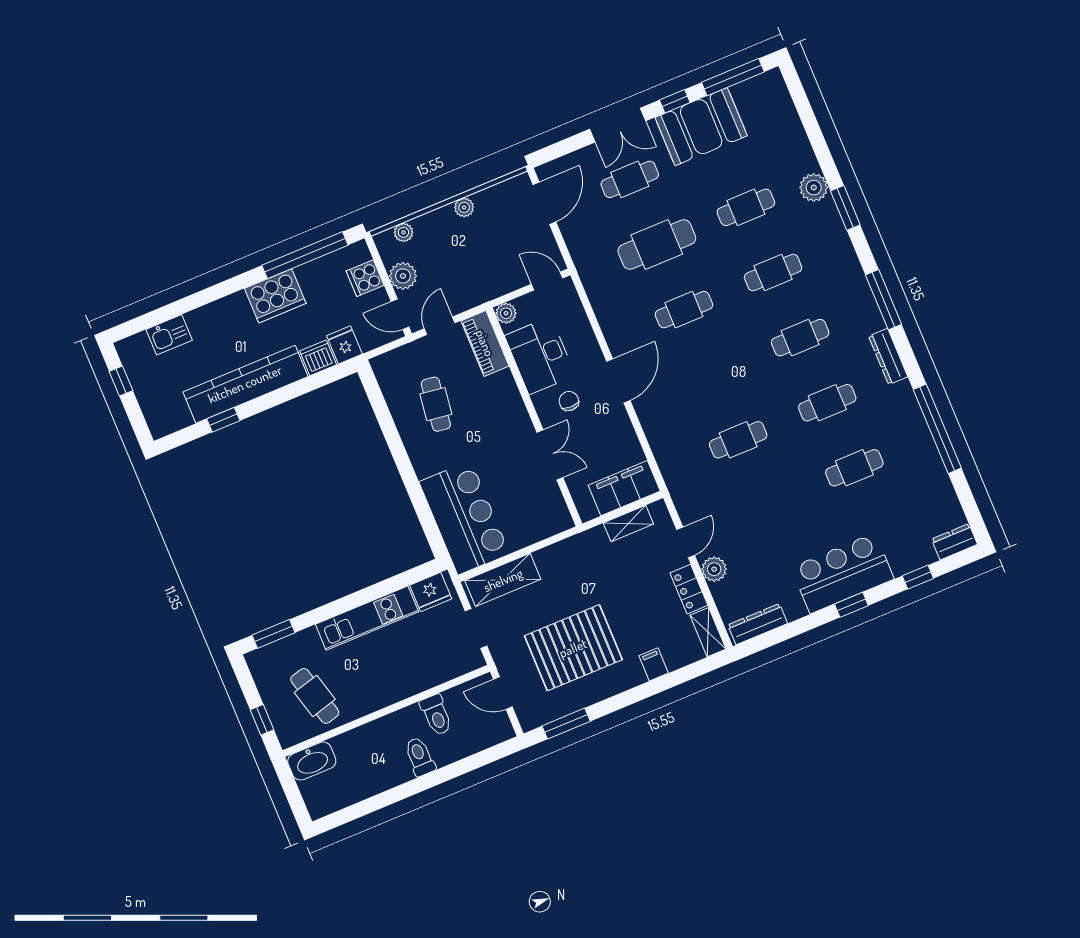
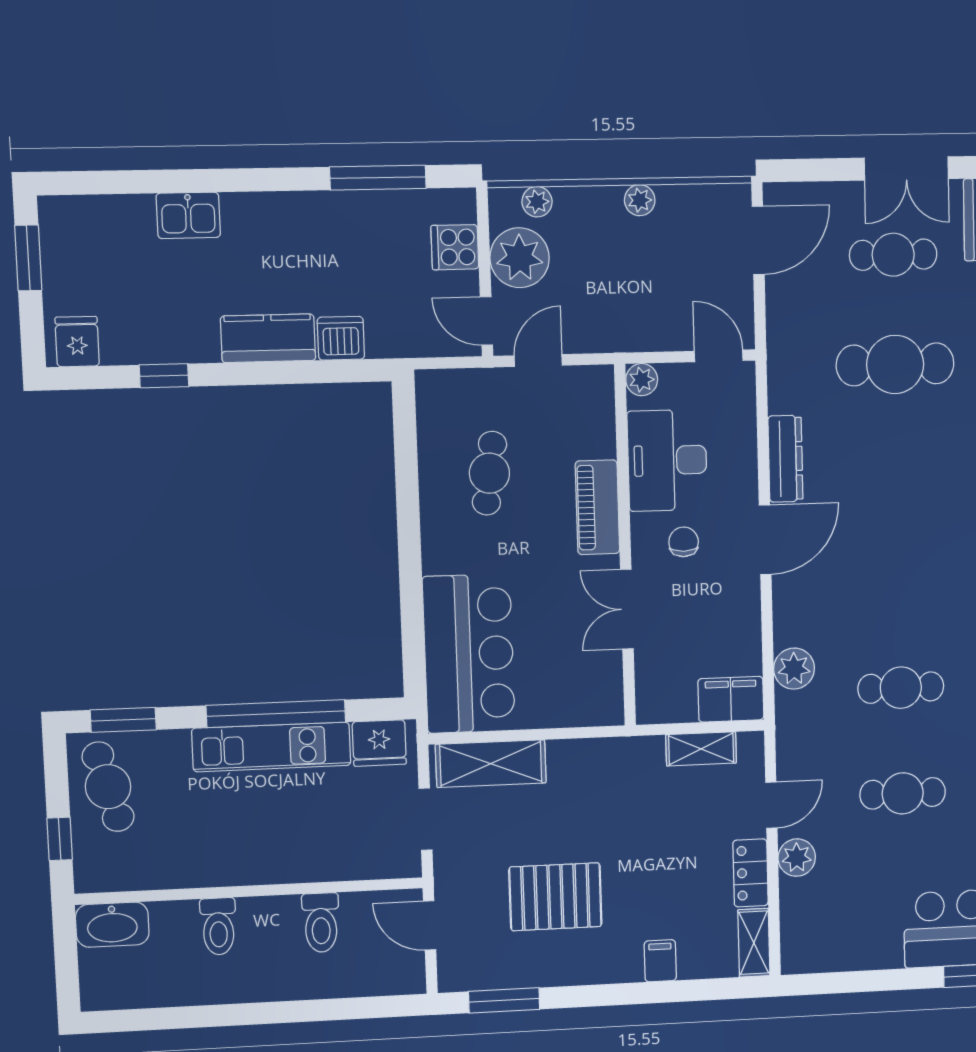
window: (305, 255) -> (378, 178), width x0.68
plant: (403, 276) -> (520, 258), width x1.36, depth x1.36
cooker: (275, 296) -> (311, 221), removed
cafe table: (684, 310) -> (903, 793), moved
kitchen sink: (169, 335) -> (188, 215), moved
piano: (485, 343) -> (597, 507), moved
fridge: (344, 345) -> (77, 342), moved
window: (121, 381) -> (28, 258), width x1.50
kitchen counter: (245, 384) -> (268, 338), width x0.48, depth x0.86
plant: (667, 453) -> (794, 669), added
double door: (550, 455) -> (627, 609), swing flipped
filing cabinet: (624, 488) -> (731, 699), width x0.67, depth x0.86
window: (362, 597) -> (276, 714), added
dresser: (758, 624) -> (785, 459), moved, turned 90
pallet: (573, 648) -> (555, 897), width x0.73, depth x0.71
cafe table: (315, 696) -> (108, 787), moved
toilet: (420, 757) -> (218, 926), moved, turned 180

